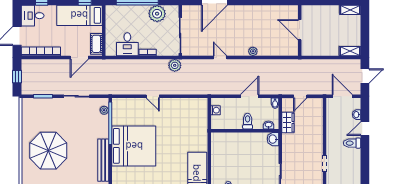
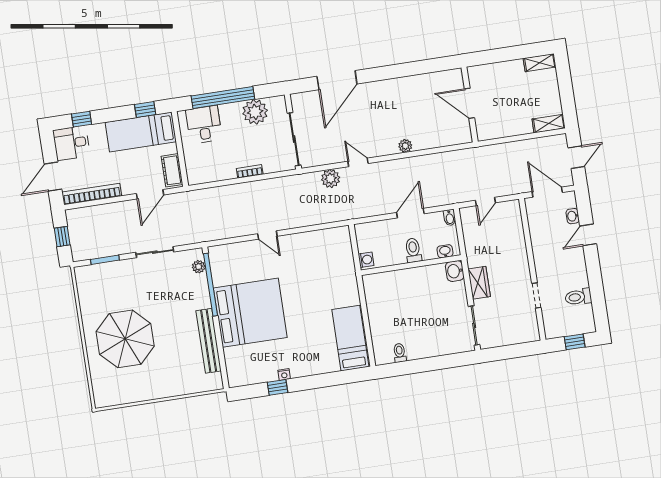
desk: (127, 44) -> (204, 125), moved, turned 180
plant: (175, 65) -> (331, 179), moved
washing machine: (216, 110) -> (366, 260), moved
wardrobe: (288, 123) -> (479, 283), moved
toilet: (352, 143) -> (578, 297), moved

